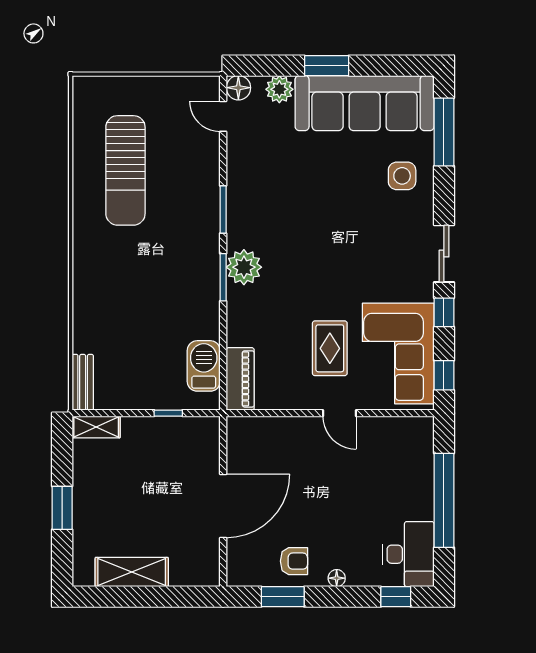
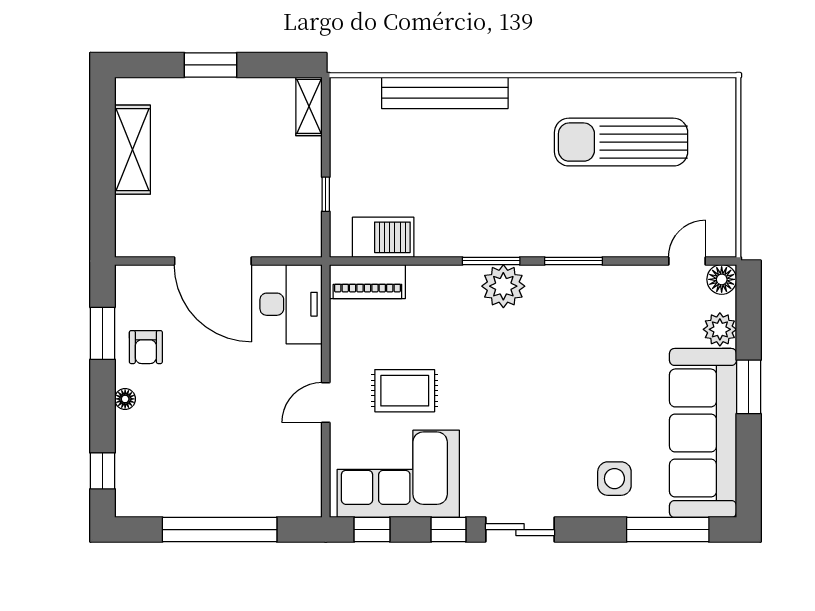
bench: (83, 382) -> (445, 93), moved, width x1.86, depth x1.21
desk: (408, 554) -> (291, 304), moved, turned -90

